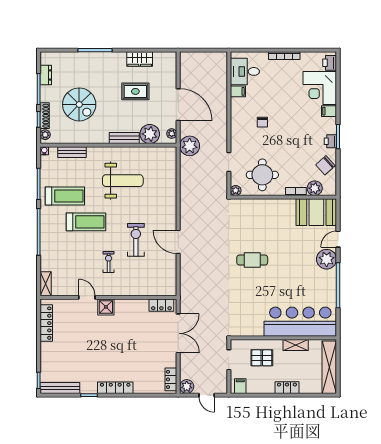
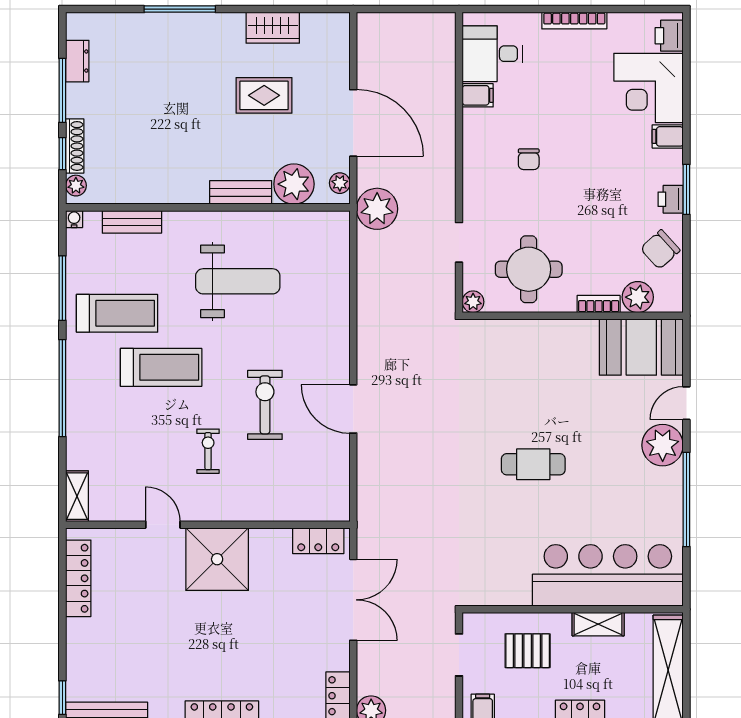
spiral stairs: (79, 104) -> (147, 123), removed
cafe table: (252, 260) -> (533, 464), moved
shower: (106, 307) -> (217, 559), width x1.86, depth x1.86

